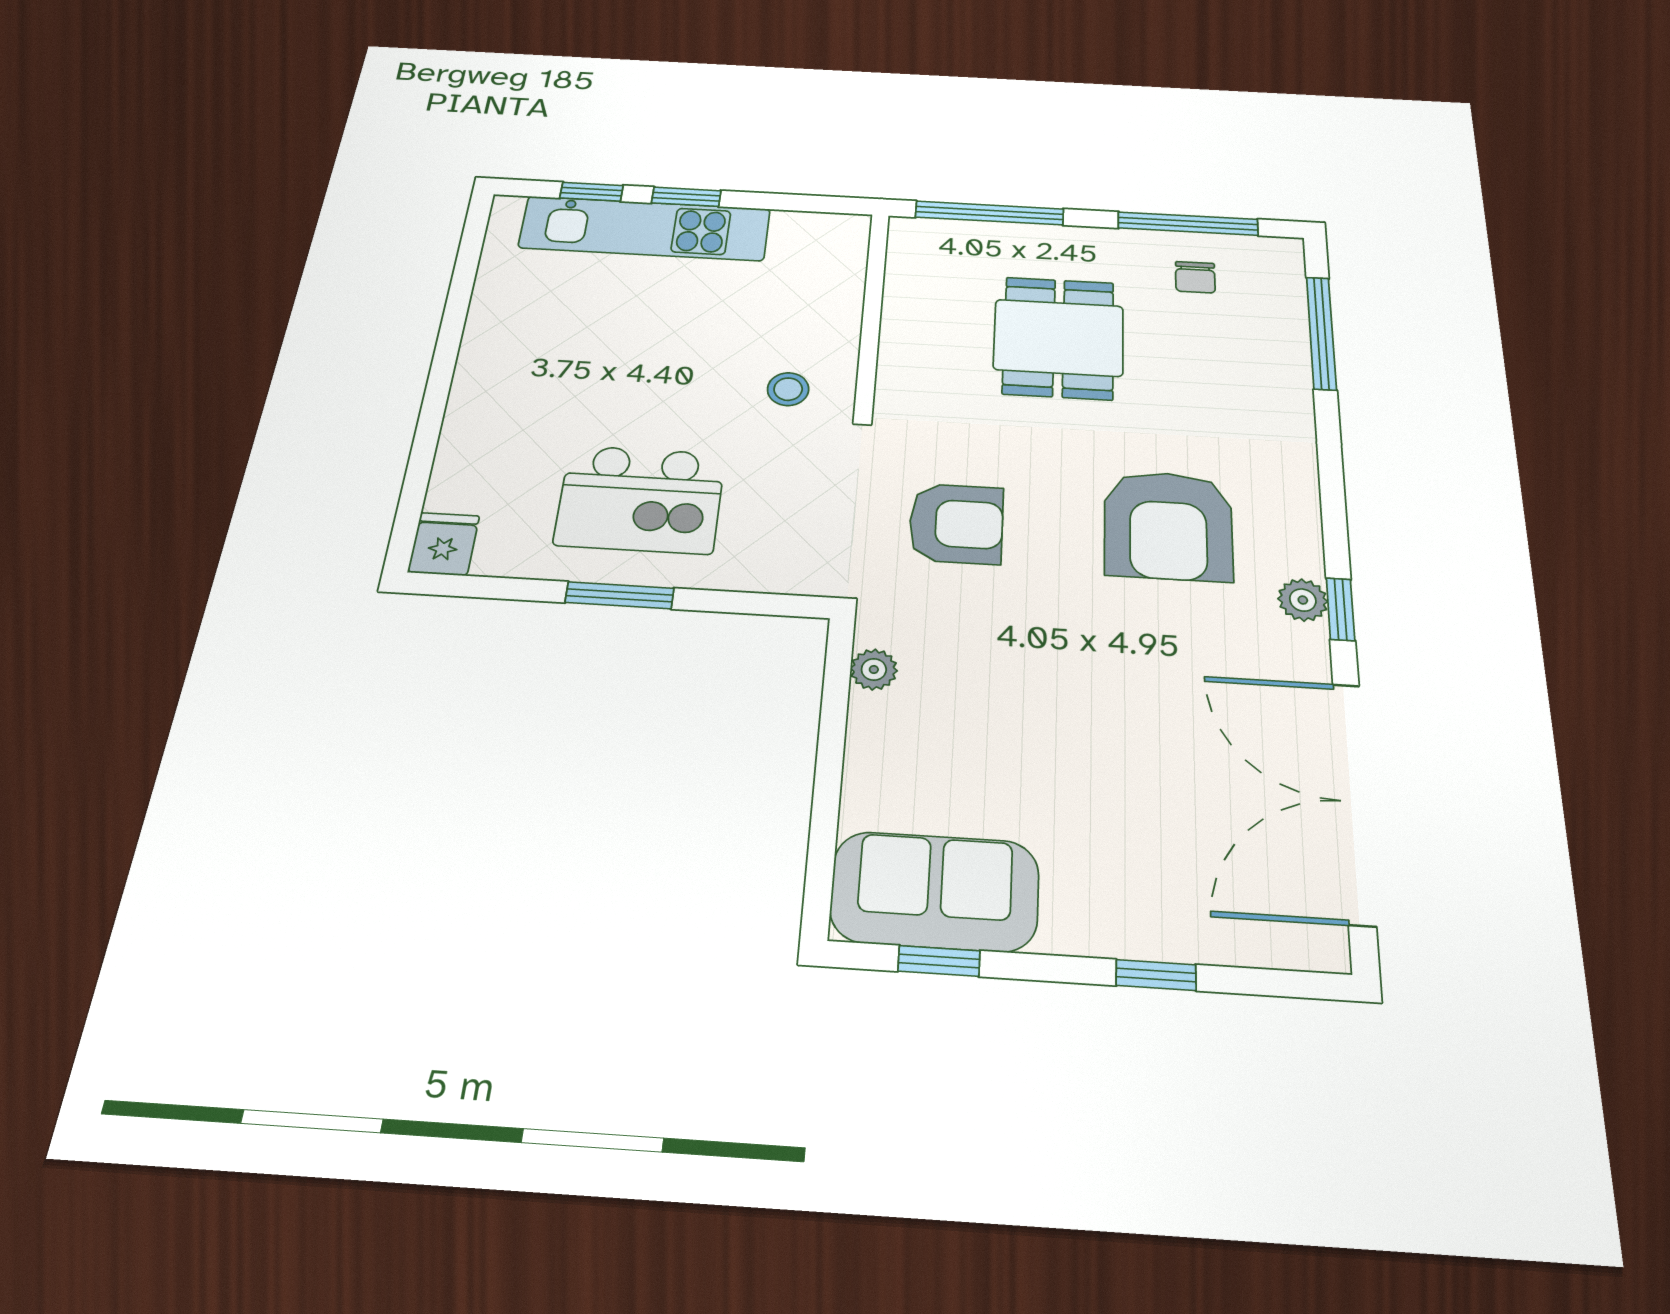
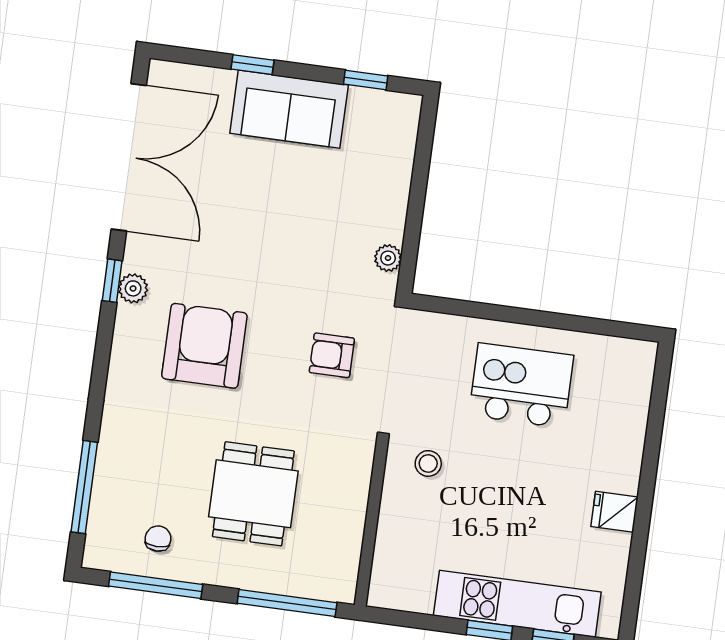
armchair: (956, 524) -> (332, 355), width x0.72, depth x0.72
fridge: (444, 544) -> (615, 512), moved, turned 90
window: (620, 595) -> (534, 318), removed
sofa: (935, 891) -> (289, 109), moved

